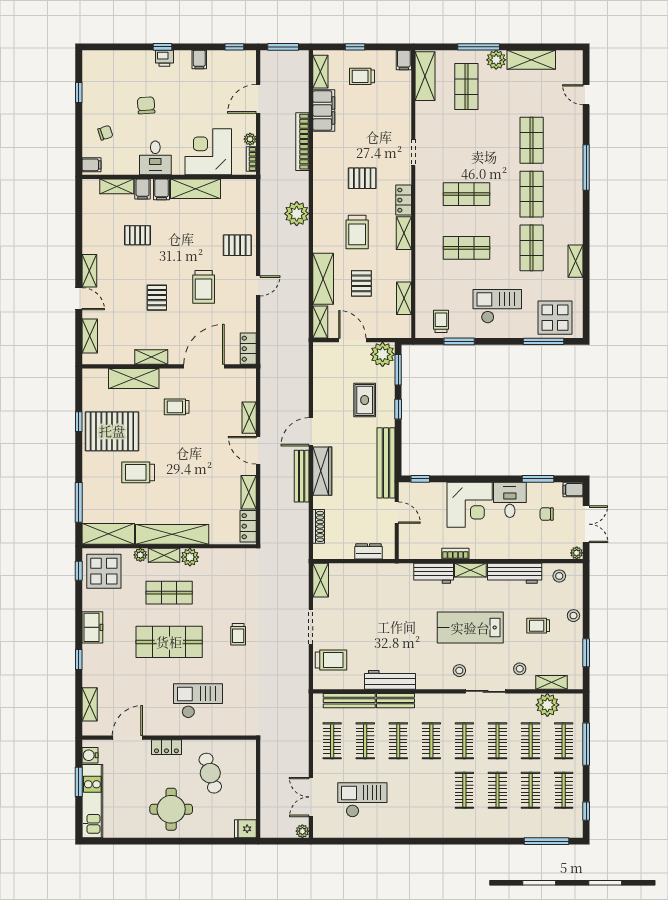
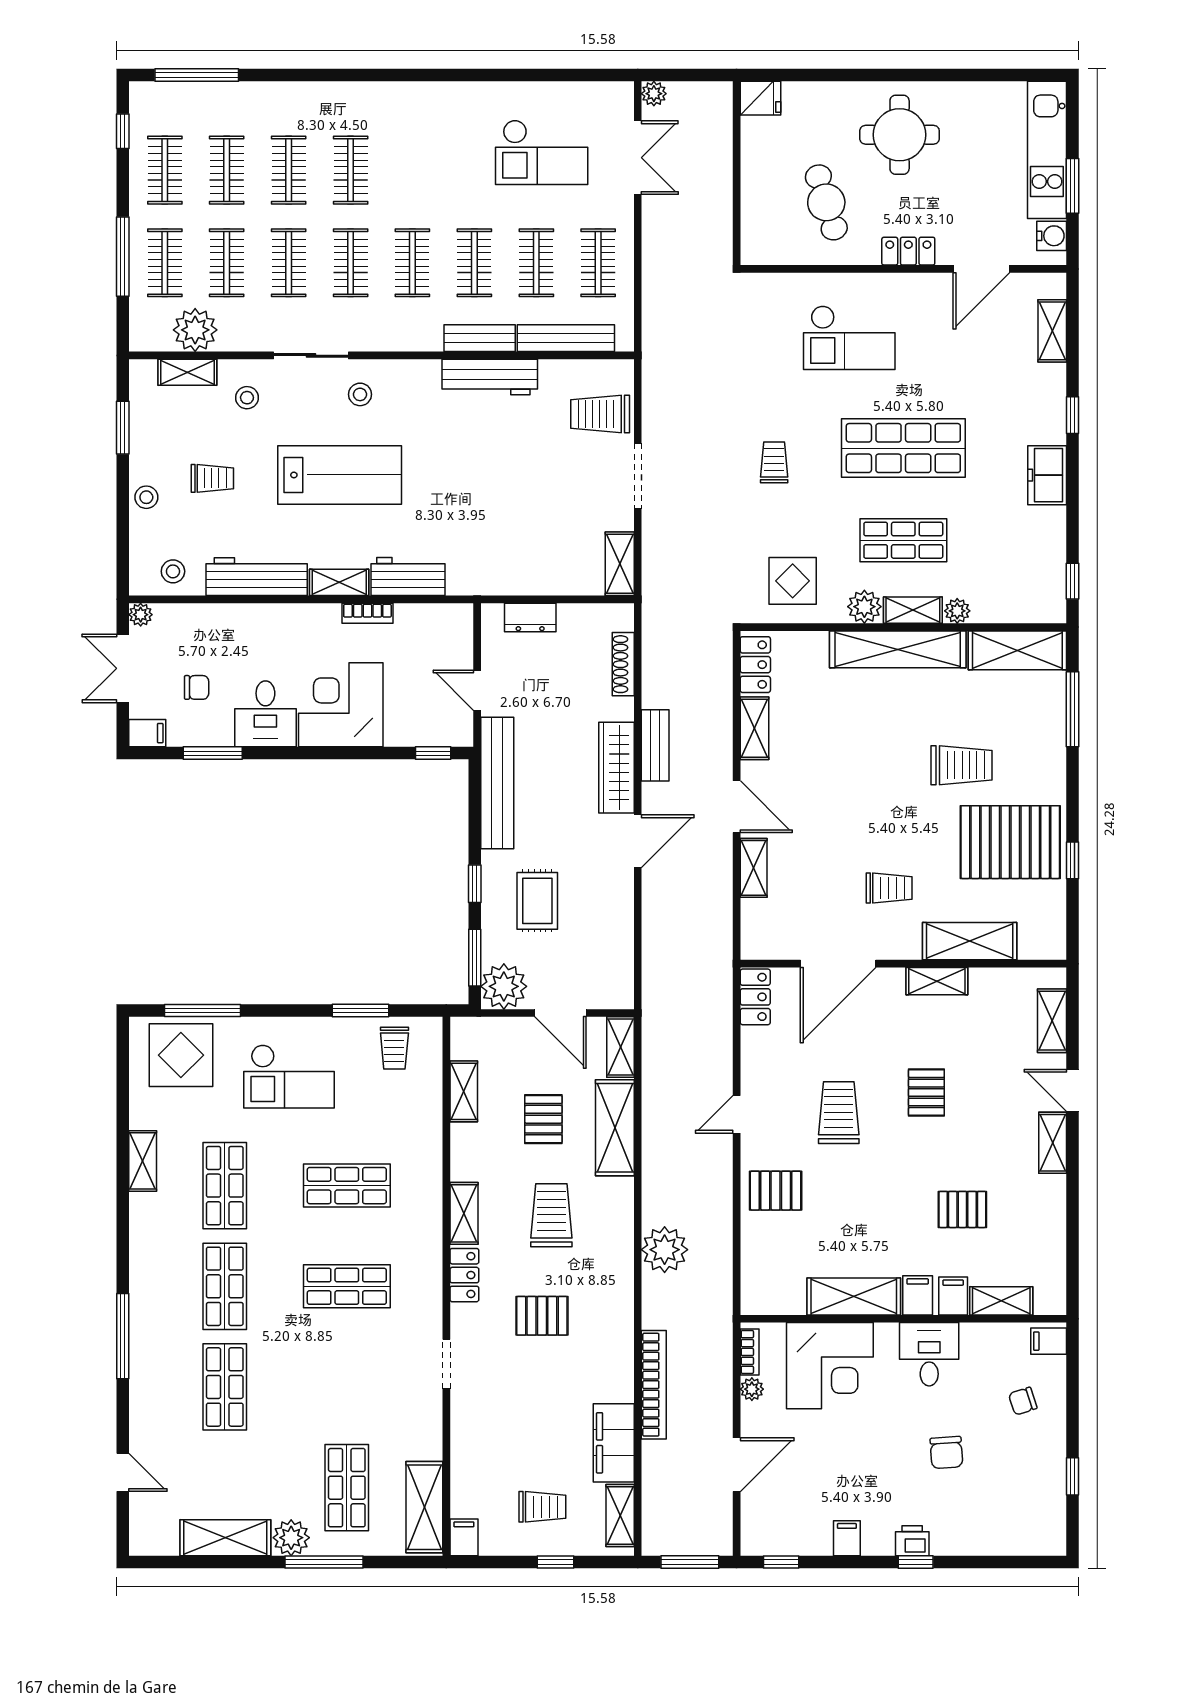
bench: (302, 476) -> (655, 745), width x0.73
display table: (104, 571) -> (793, 581), moved, width x0.73, depth x0.73

